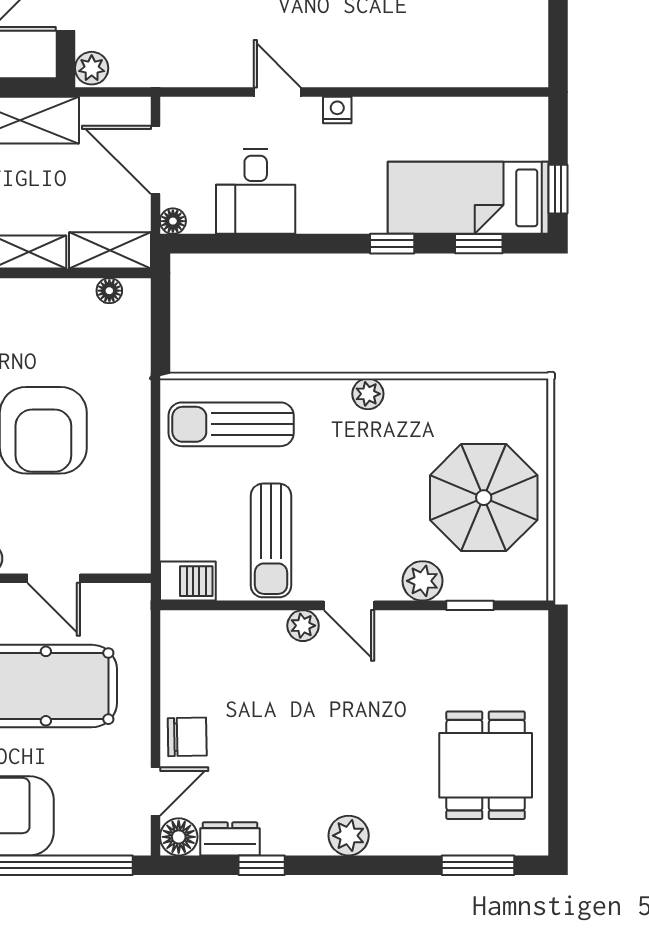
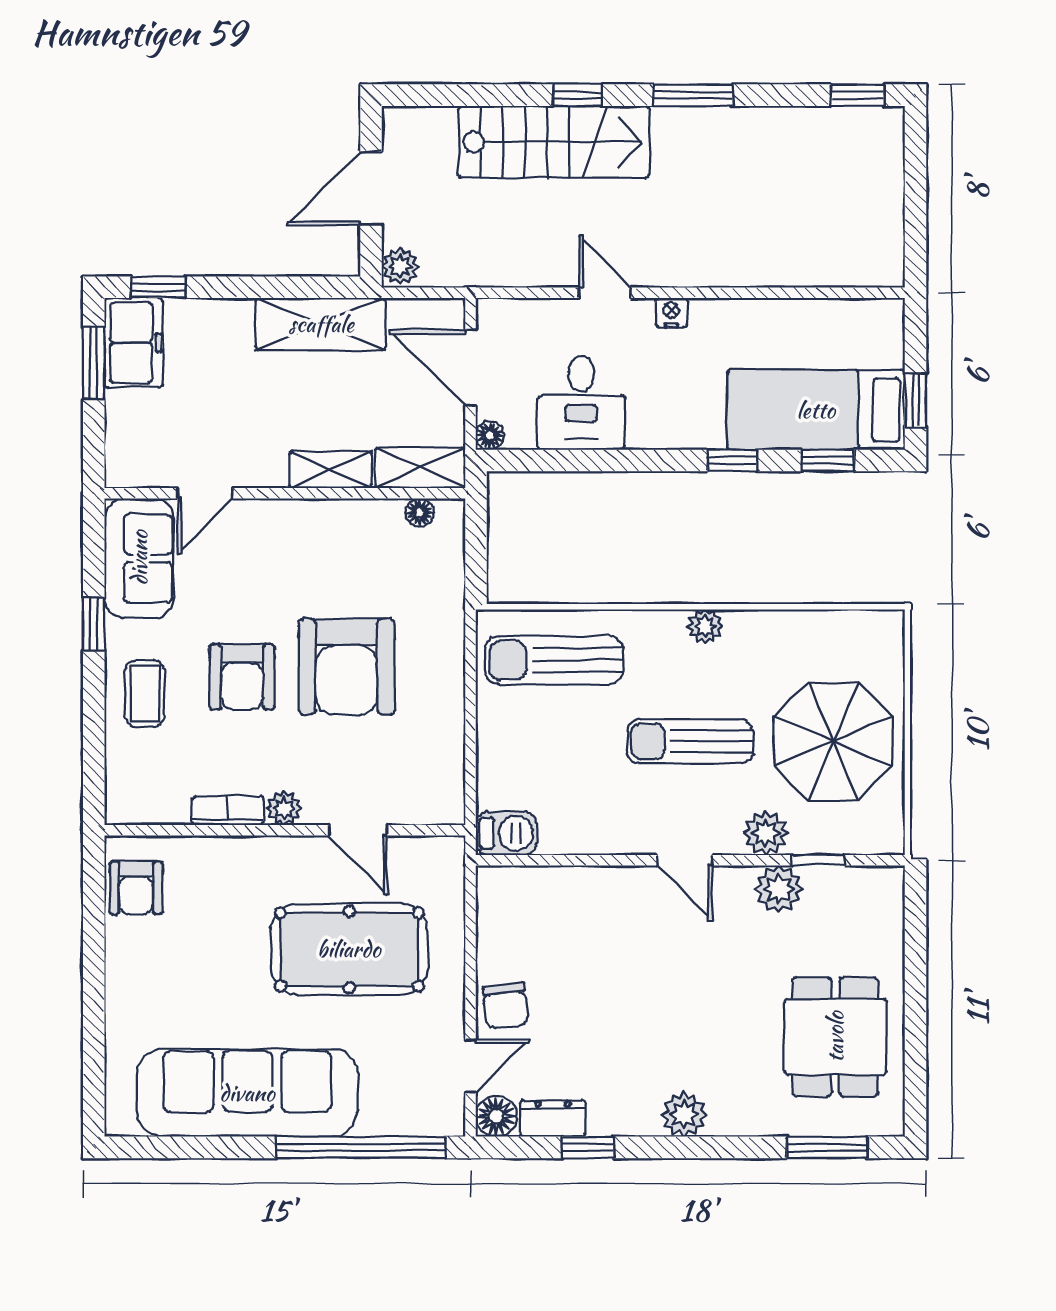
sun lounger: (271, 540) -> (690, 741), moved, turned 90
plant: (303, 626) -> (779, 889), moved, width x1.38, depth x1.38
chair: (187, 737) -> (506, 1006), turned 85

